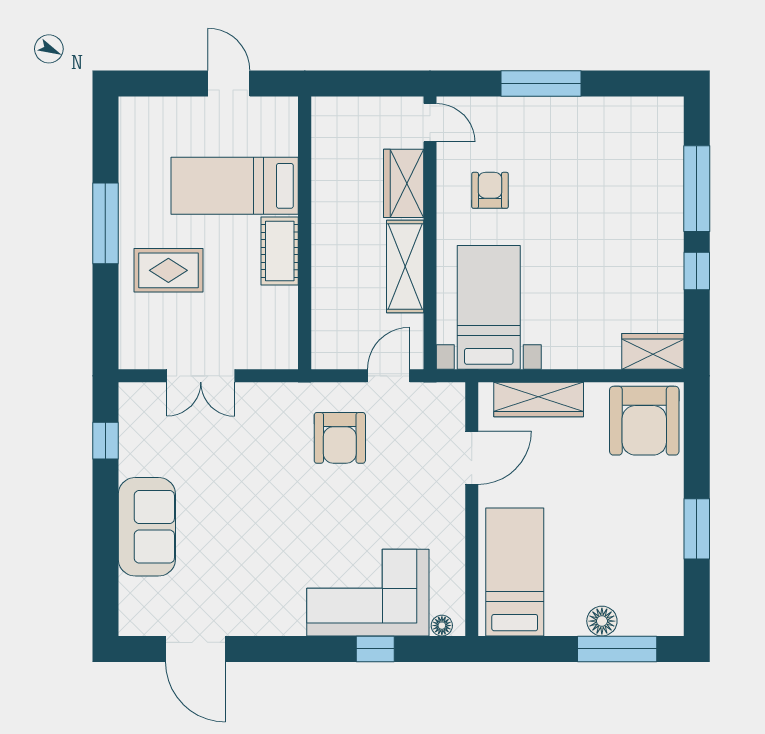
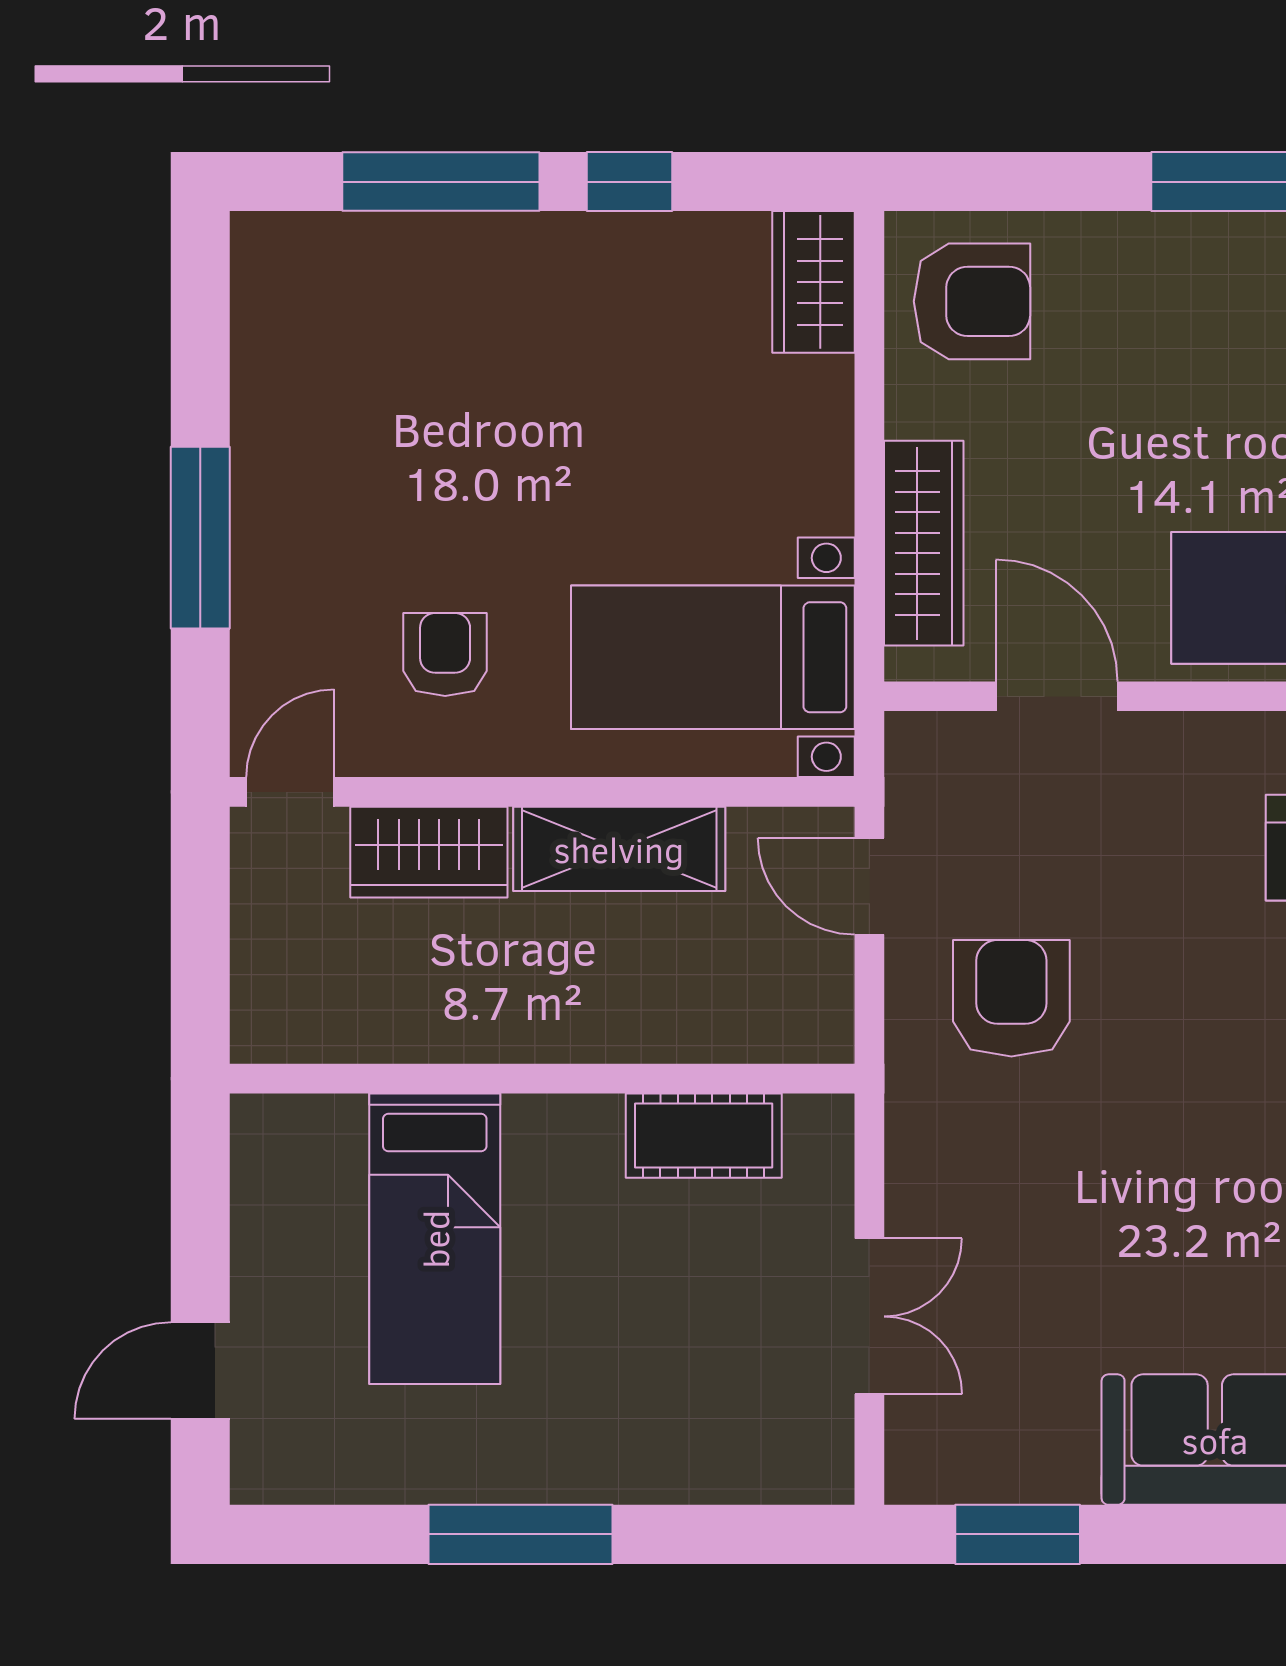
door: (229, 83) -> (200, 1371), moved
armchair: (490, 190) -> (445, 655), turned 90
cot: (280, 251) -> (704, 1136), moved
rug: (168, 270) -> (628, 1390), removed
armchair: (644, 421) -> (972, 301), width x0.73, depth x0.73
armchair: (340, 438) -> (1011, 998), turned -90
window: (105, 441) -> (1018, 1534), width x1.50

